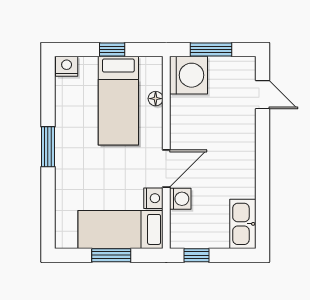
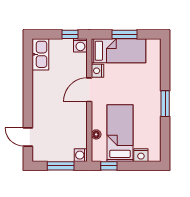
window: (112, 50) -> (109, 166), moved
nightstand: (67, 66) -> (141, 155), moved
washing machine: (188, 75) -> (81, 155), width x0.53, depth x0.53
washing machine: (180, 199) -> (80, 45), moved, turned -90

